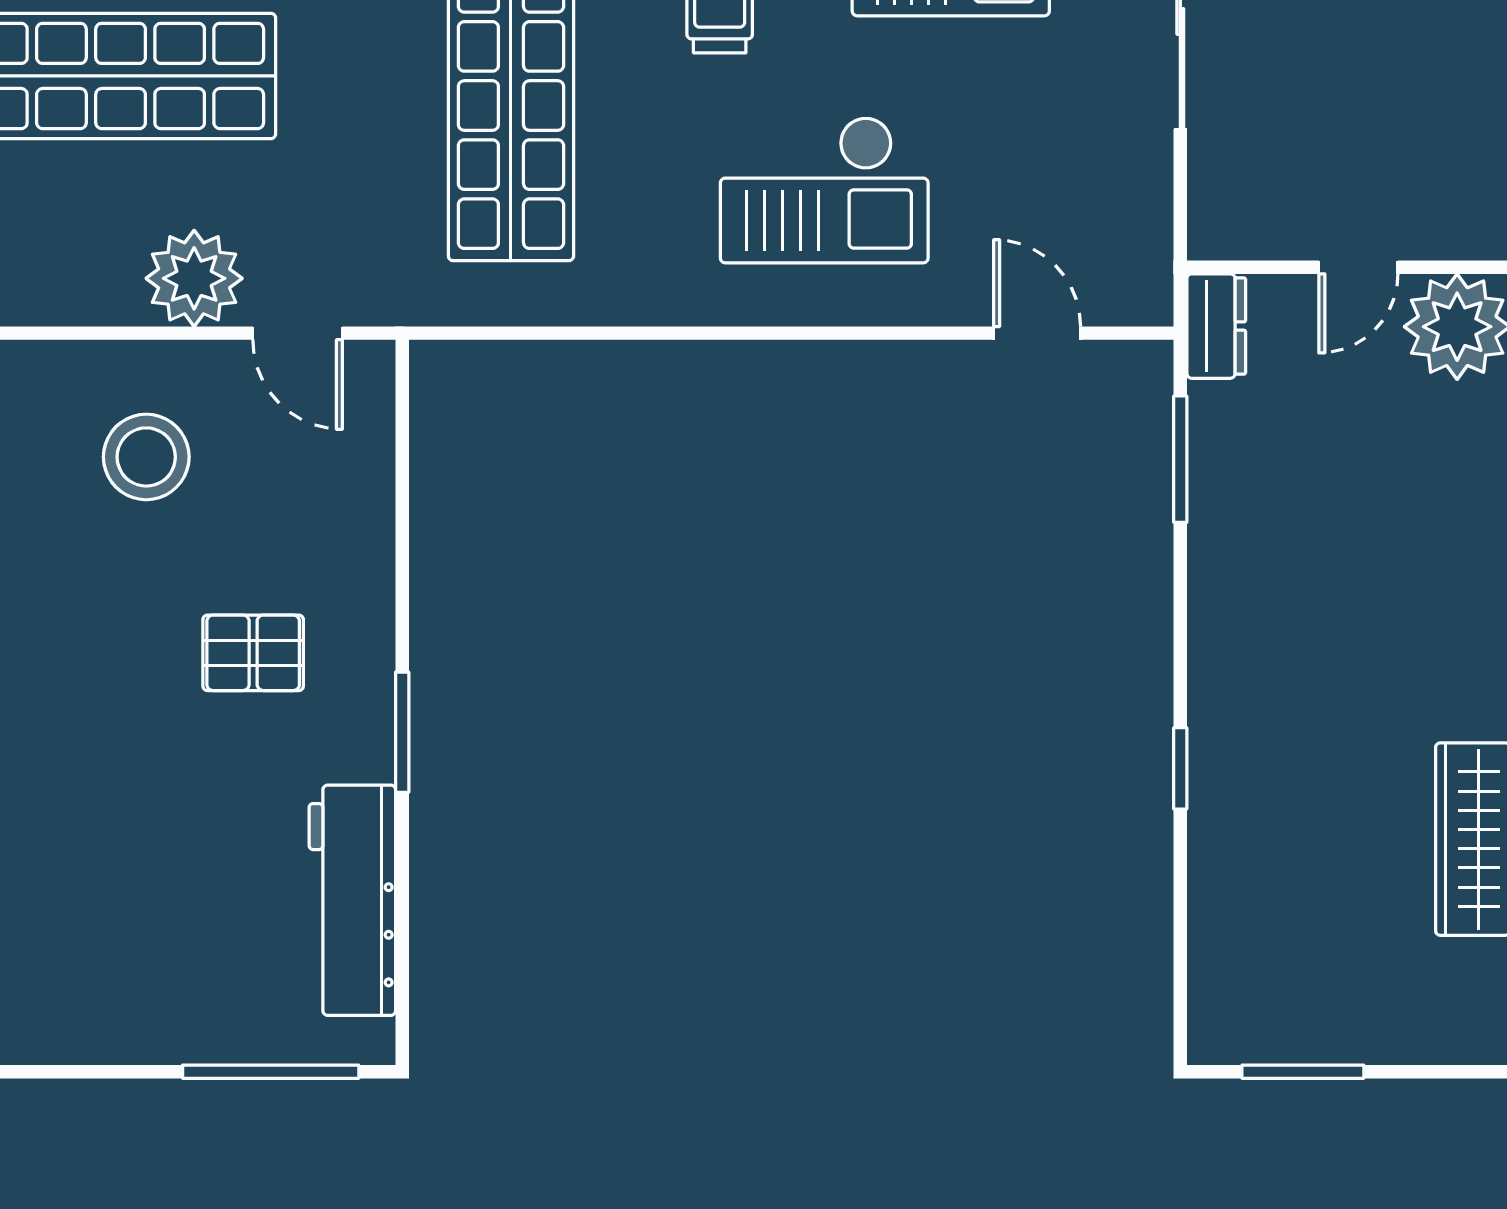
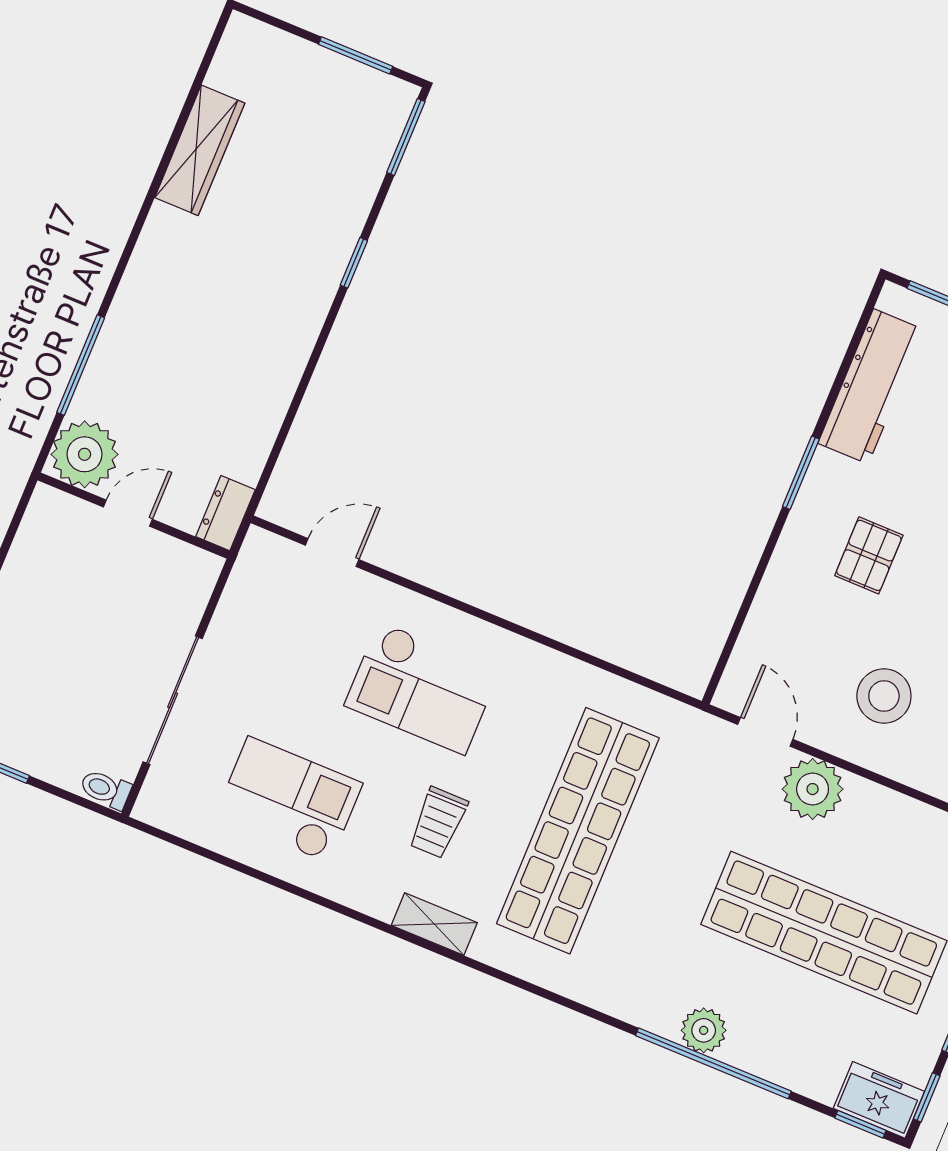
checkout: (824, 190) -> (422, 688), turned 180
door: (1037, 333) -> (332, 552), swing flipped
window: (1180, 459) -> (406, 137), moved
pallet: (253, 653) -> (869, 555), turned 90

